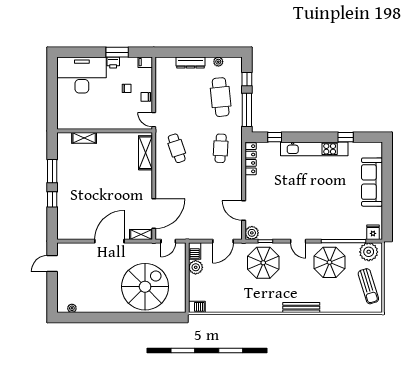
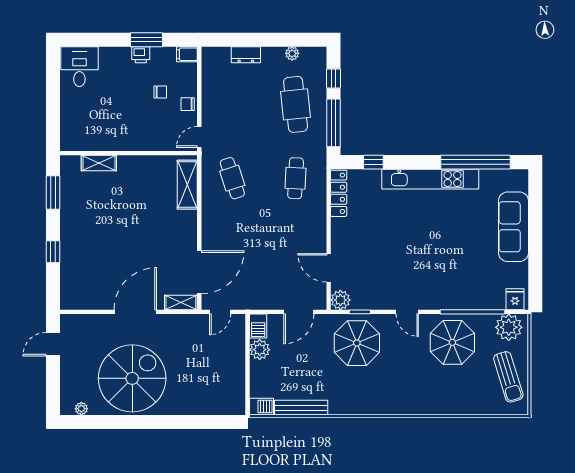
dresser: (191, 63) -> (246, 55), width x0.70
desk: (82, 75) -> (79, 67), width x0.53, depth x0.77
door: (154, 120) -> (199, 137), hinge flipped
window: (346, 137) -> (476, 162), width x3.17
window: (52, 171) -> (53, 192), moved
spiral stairs: (145, 287) -> (132, 378), moved
bench: (301, 308) -> (301, 408), moved

